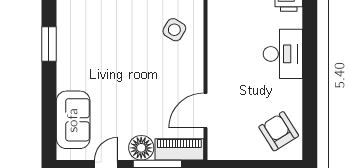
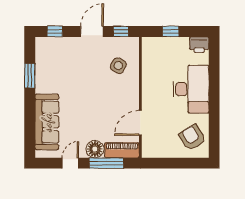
desk: (283, 54) -> (191, 89), width x1.36, depth x1.30
sofa: (73, 120) -> (47, 122), width x1.36

